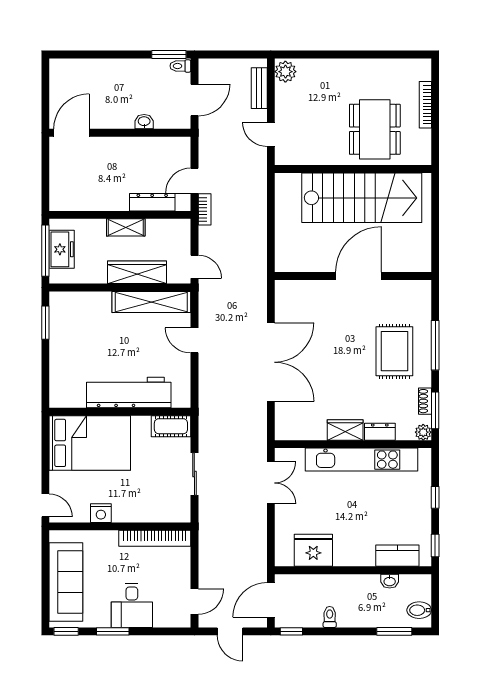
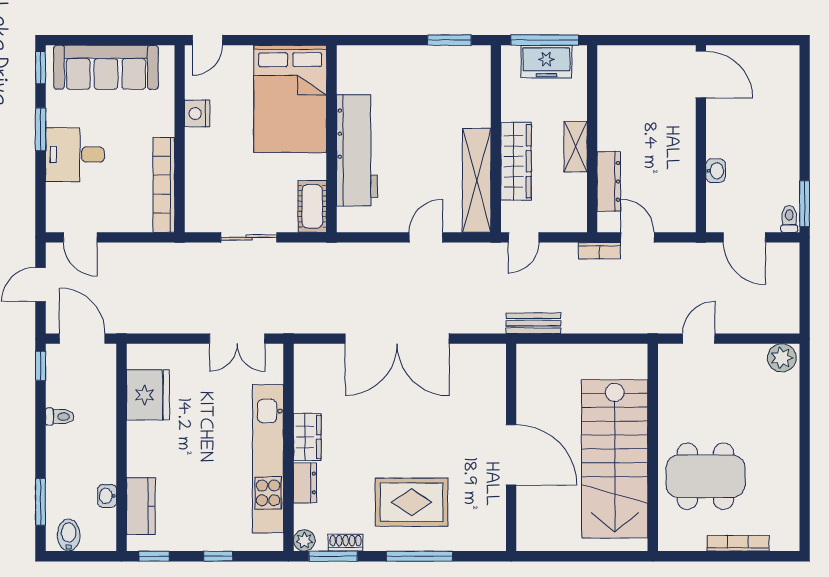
bench: (259, 88) -> (533, 323), moved

